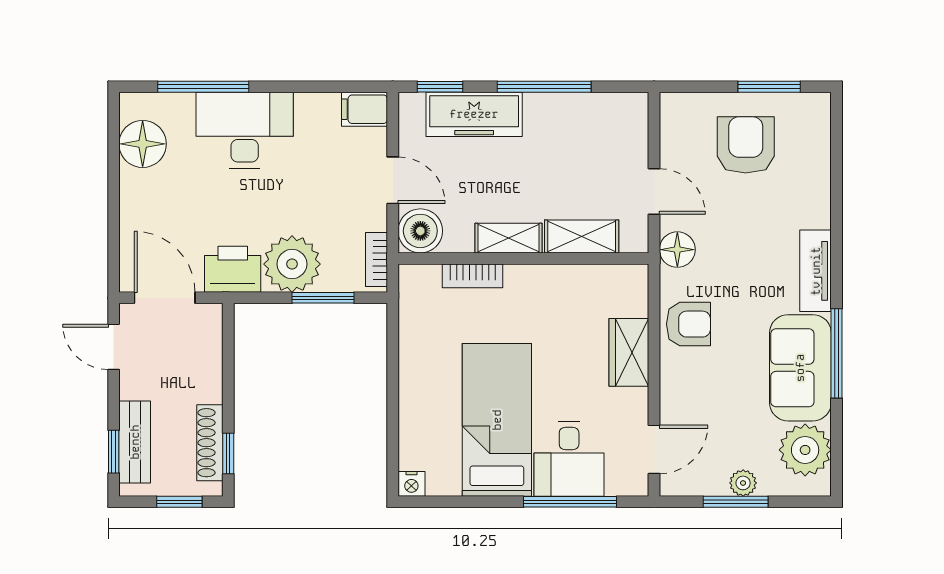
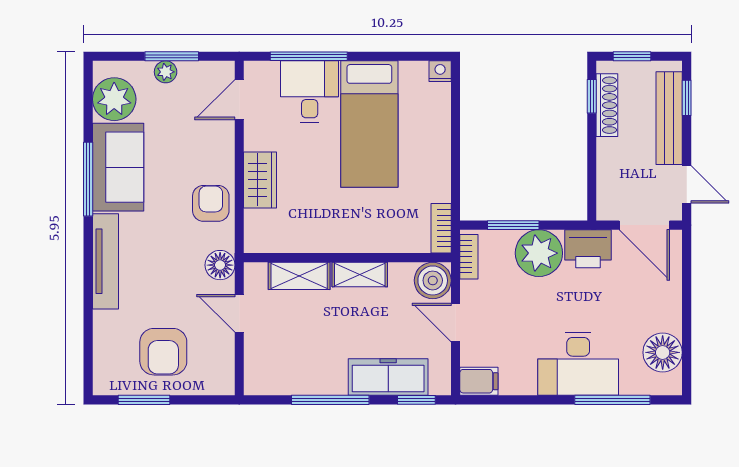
tv unit: (816, 271) -> (106, 261), width x1.41
bookcase: (473, 276) -> (441, 228), moved, turned -90
armchair: (688, 324) -> (211, 203), turned 90
bench: (135, 442) -> (669, 118), width x1.36

